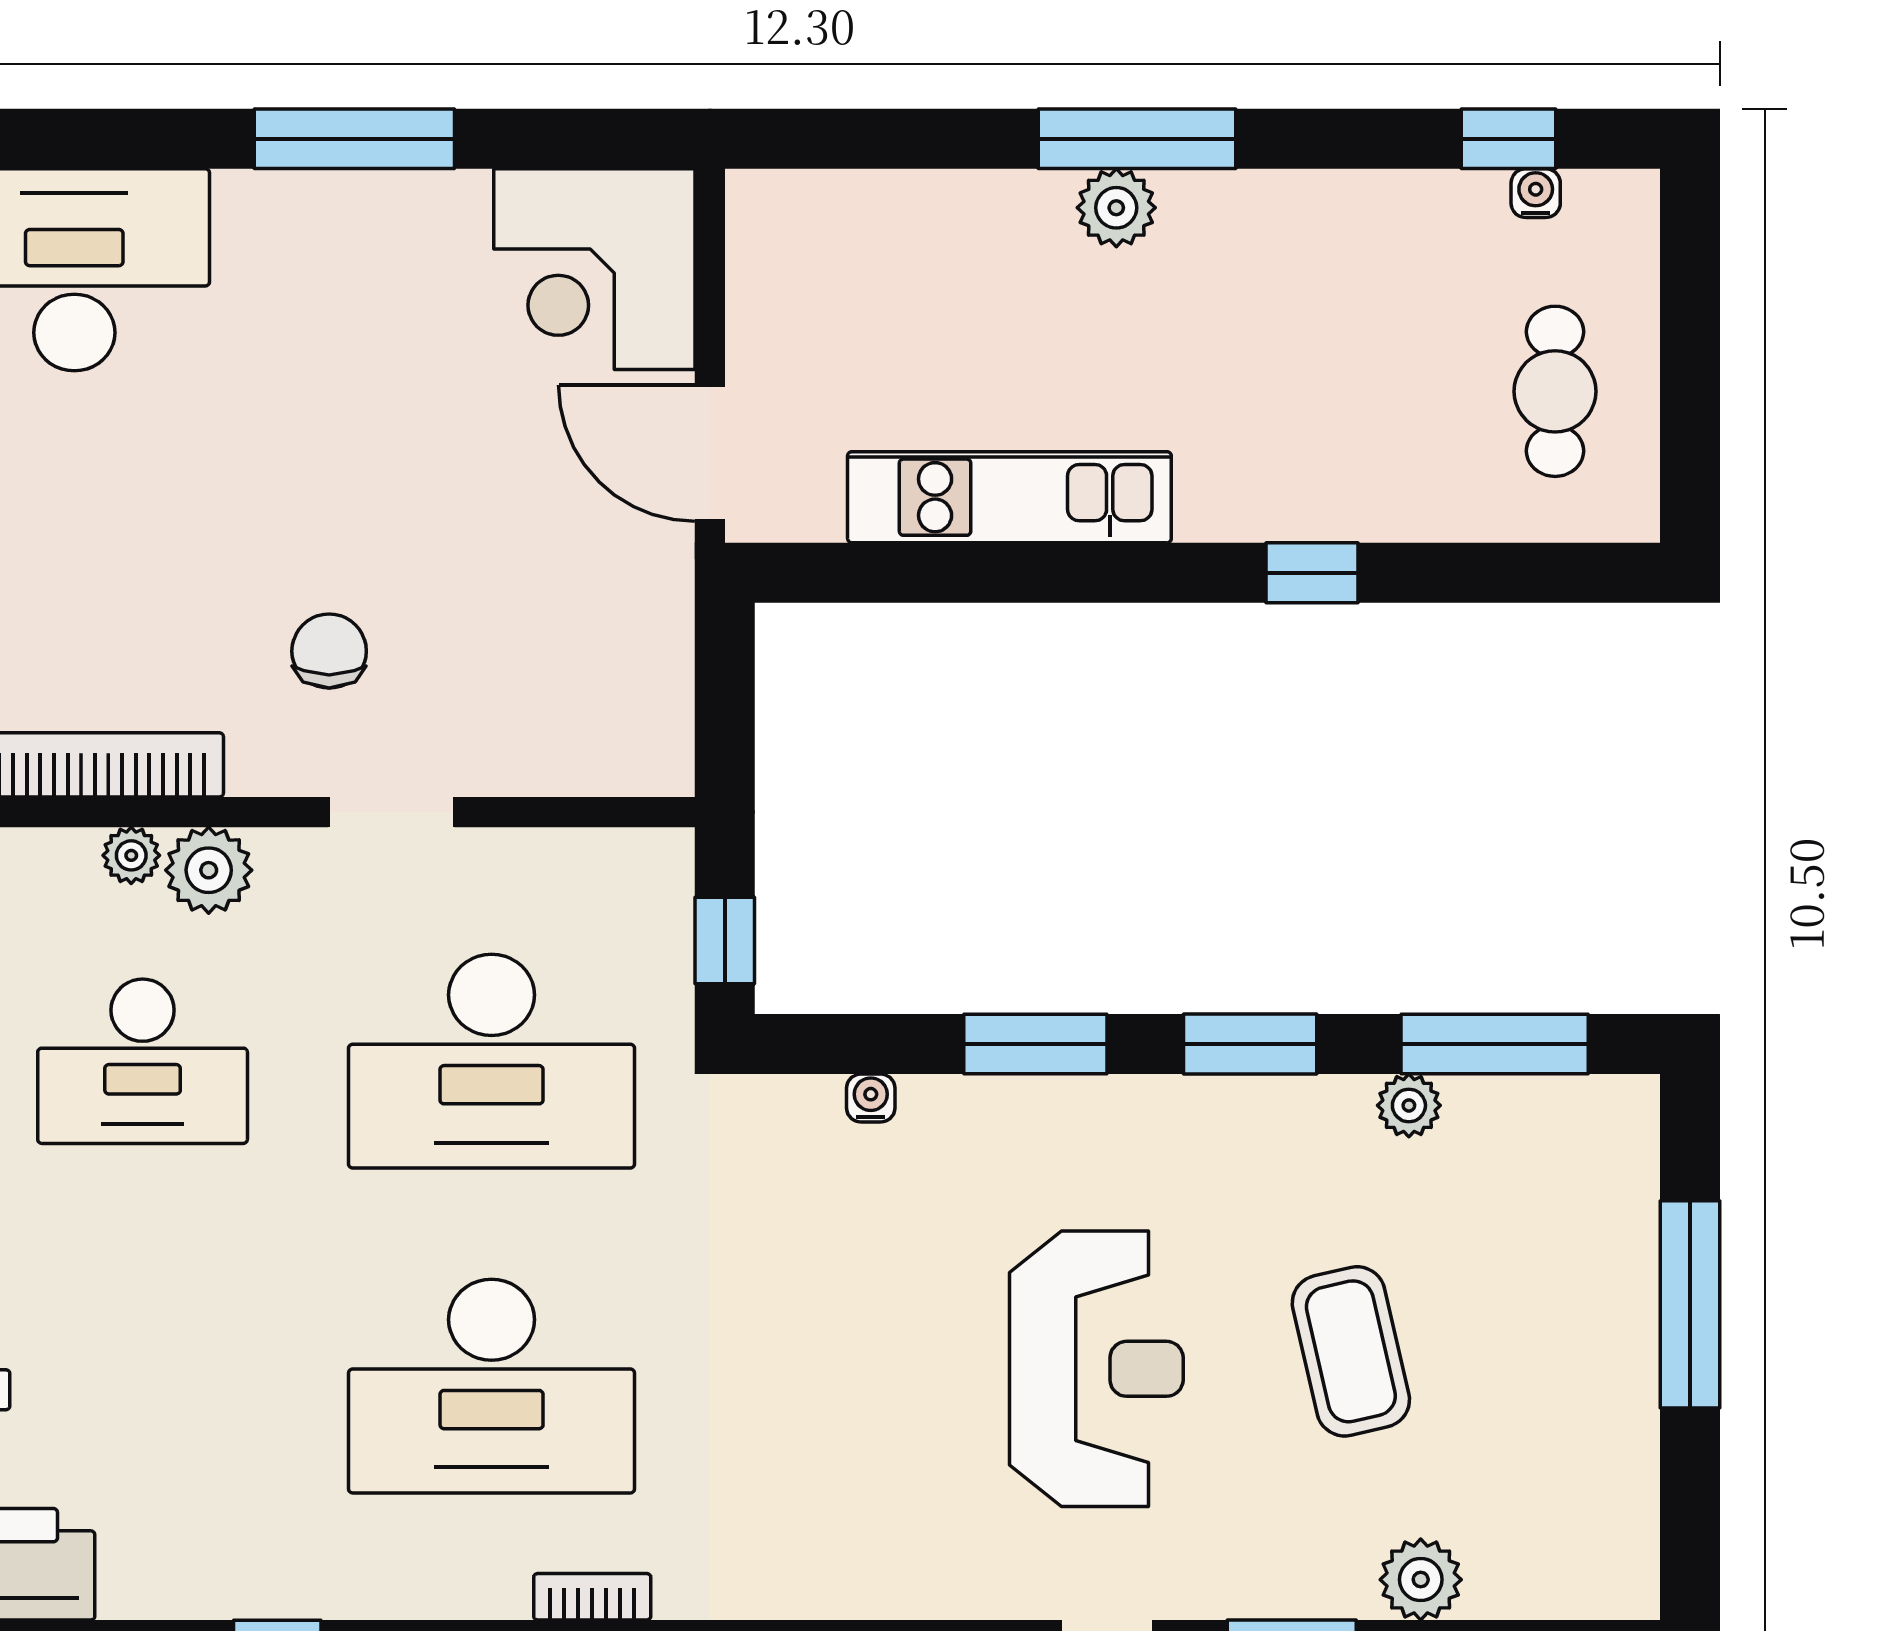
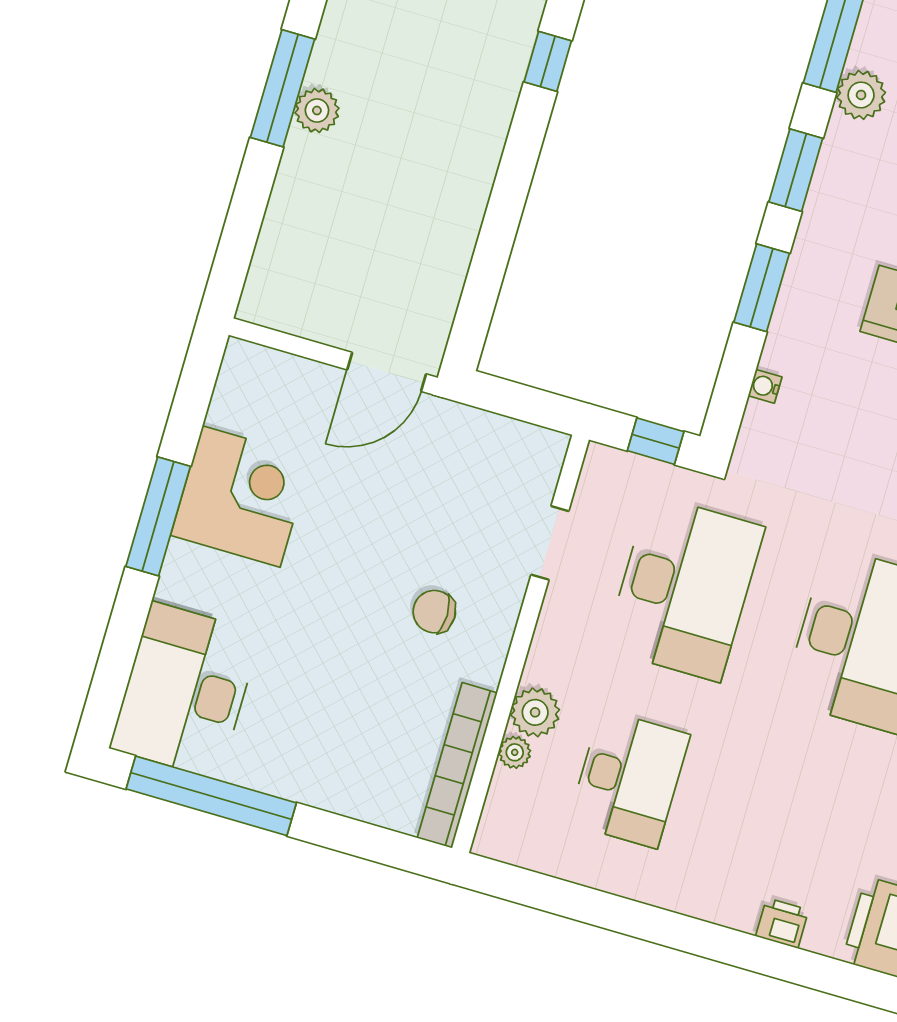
corner desk: (594, 269) -> (241, 496), moved, turned -90
kitchen unit: (1009, 497) -> (458, 215), removed
doorway: (391, 812) -> (550, 543), moved
plant: (1409, 1105) -> (861, 95), width x1.38, depth x1.38

